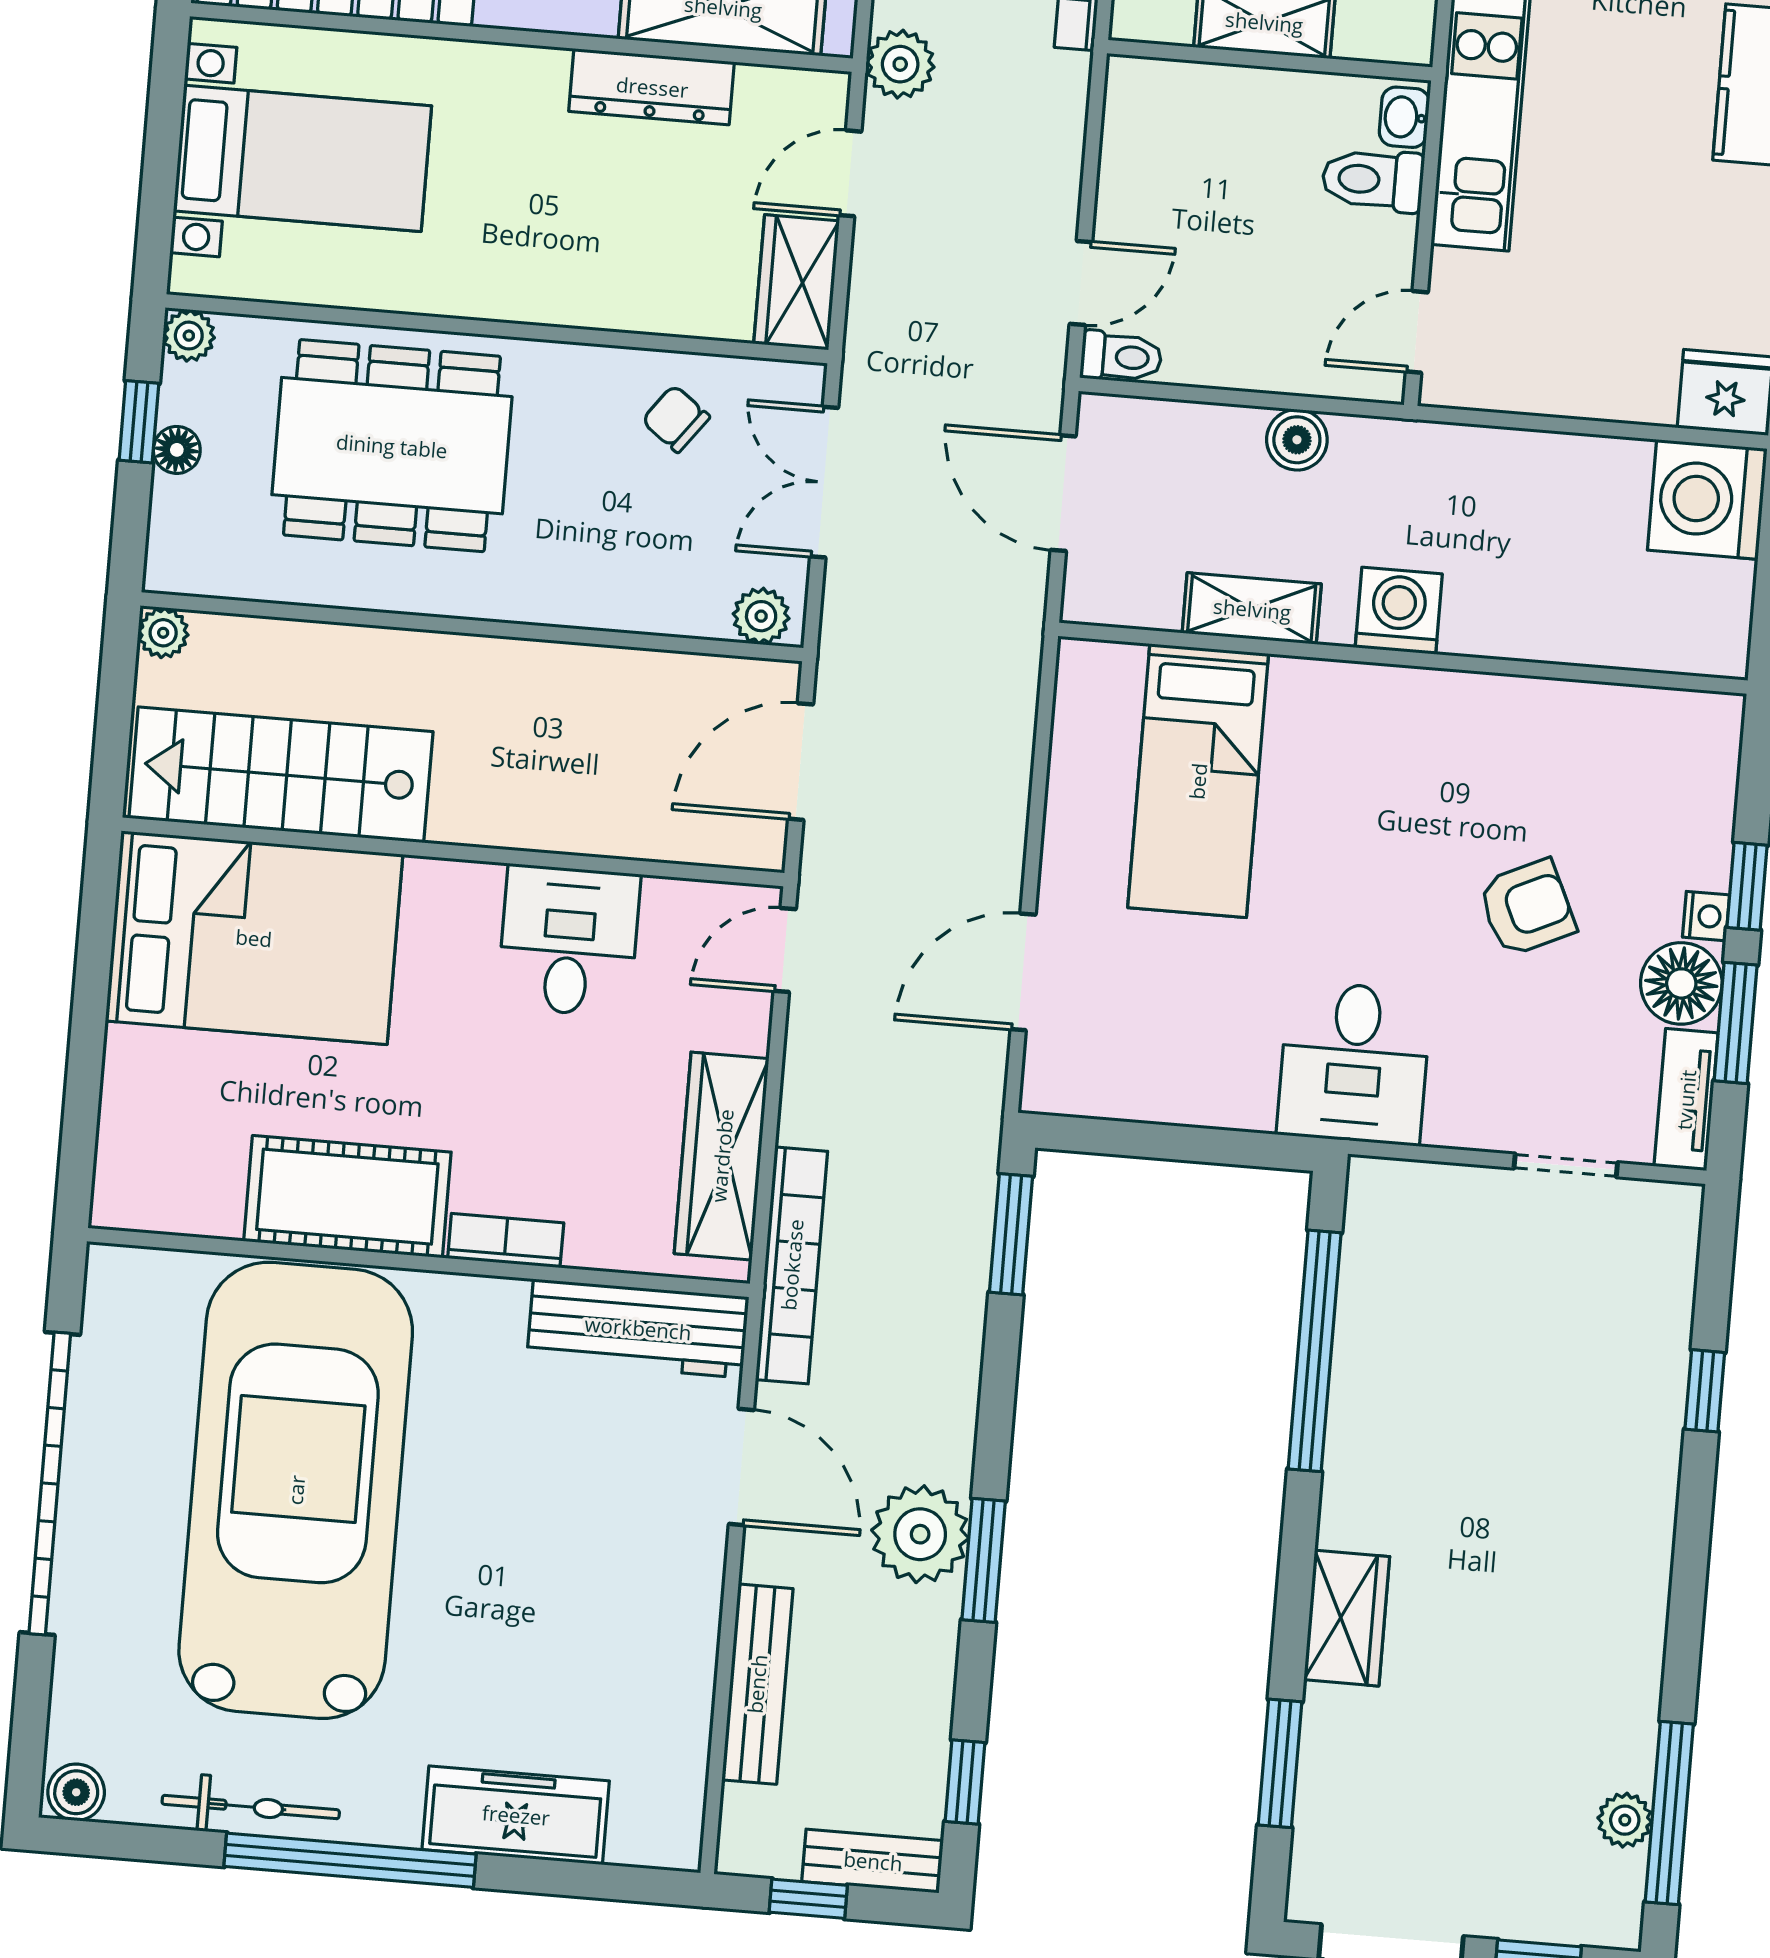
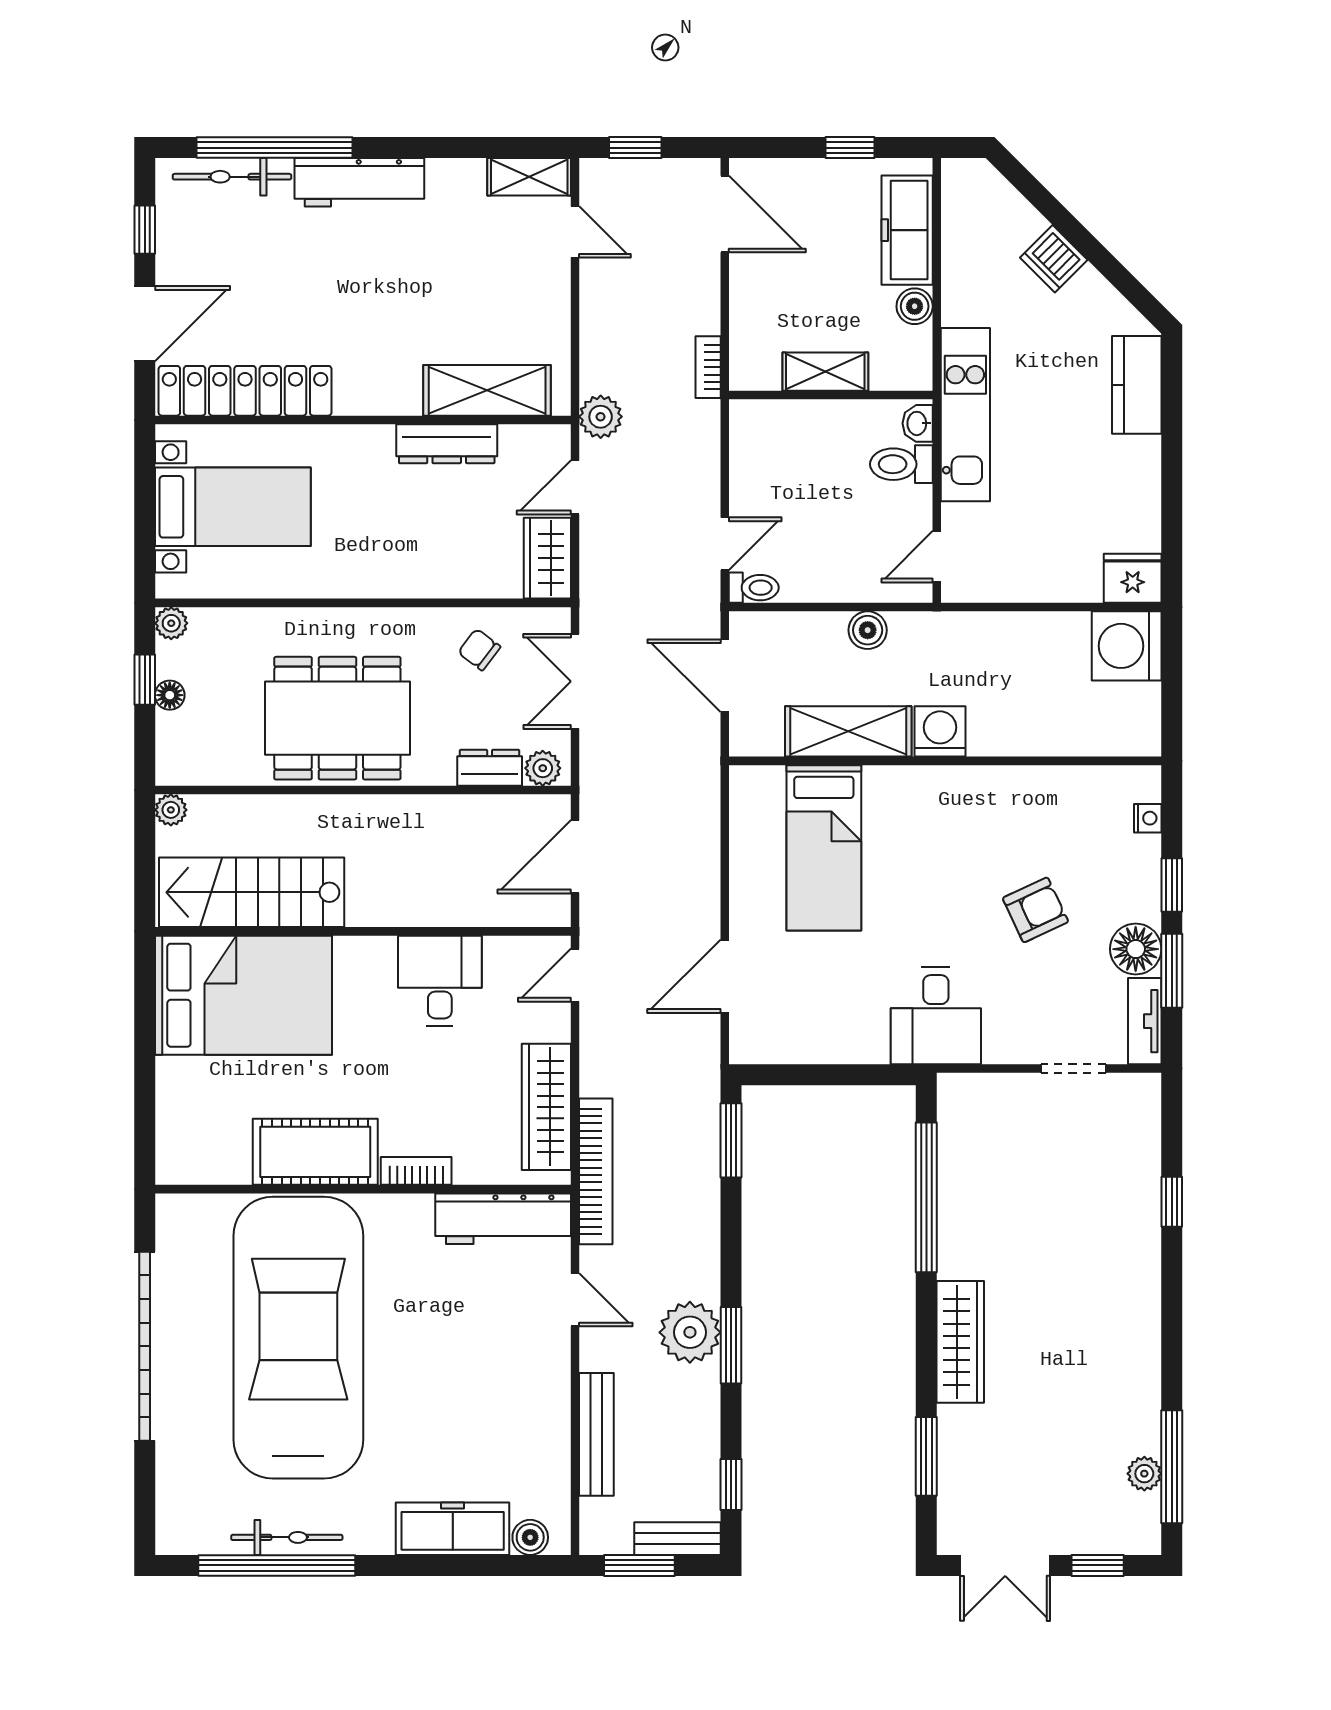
dining table: (392, 446) -> (337, 718), moved
dresser: (677, 608) -> (490, 768), added
shelving: (1252, 609) -> (848, 731), width x1.50, depth x1.33
nightstand: (1706, 916) -> (1148, 818), moved
door: (741, 1467) -> (575, 1300), width x0.73
wardrobe: (1347, 1618) -> (960, 1342), width x1.50
boiler: (76, 1792) -> (530, 1537), moved
window: (350, 1860) -> (277, 1565), moved
window: (808, 1899) -> (639, 1565), width x1.50

